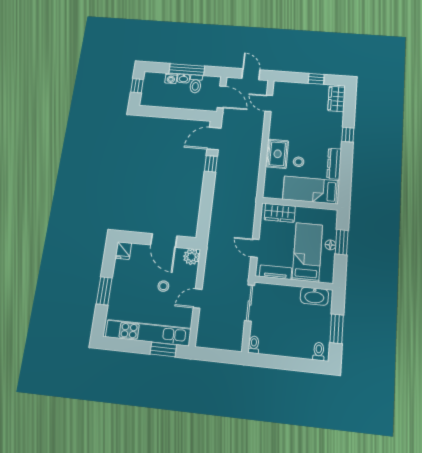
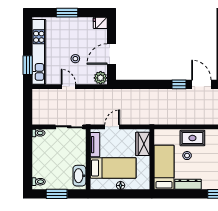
window: (342, 242) -> (124, 194), removed

